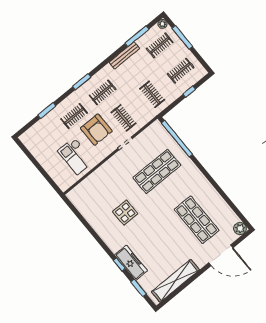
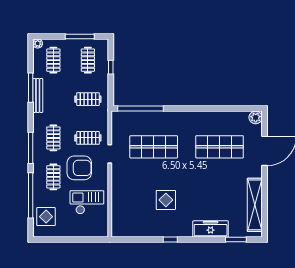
window: (137, 36) -> (31, 88), moved
window: (182, 37) -> (80, 36), moved
window: (82, 82) -> (31, 148), width x1.44
window: (47, 111) -> (31, 195), width x2.11
display table: (40, 135) -> (46, 217), added
checkout: (76, 156) -> (87, 202), turned 180
shop shelf: (157, 171) -> (154, 147), turned 90
window: (119, 264) -> (170, 239), moved

